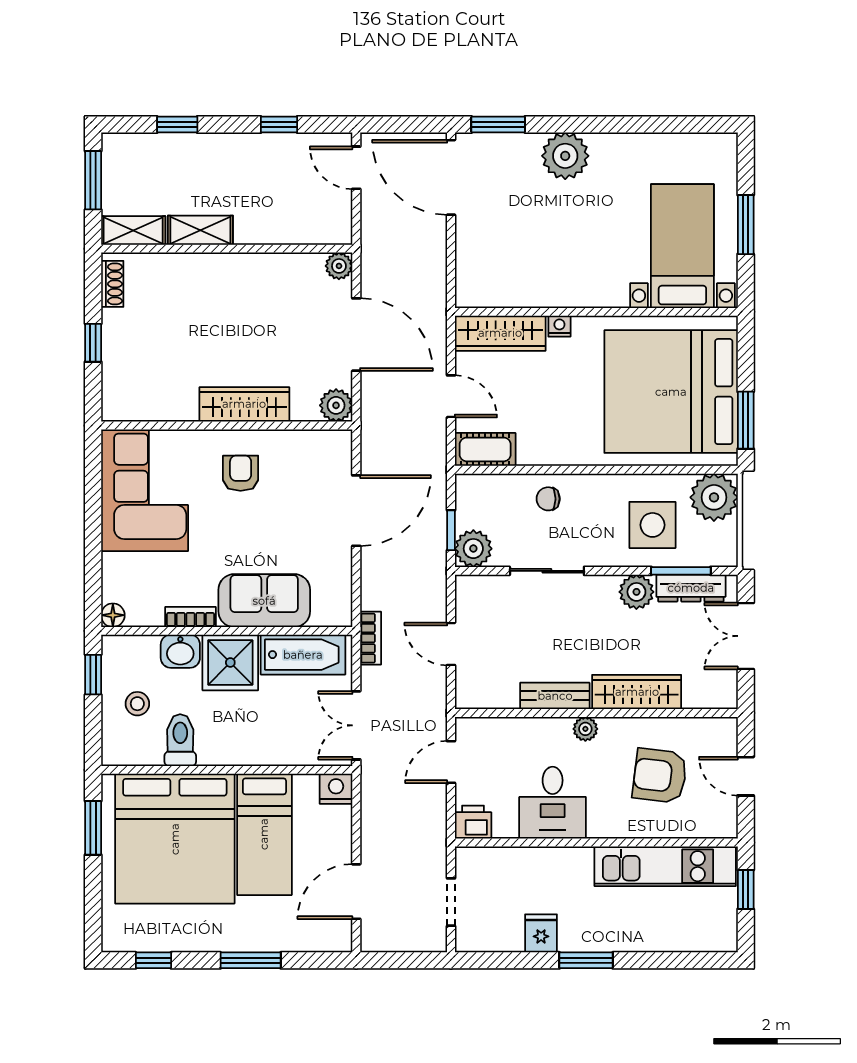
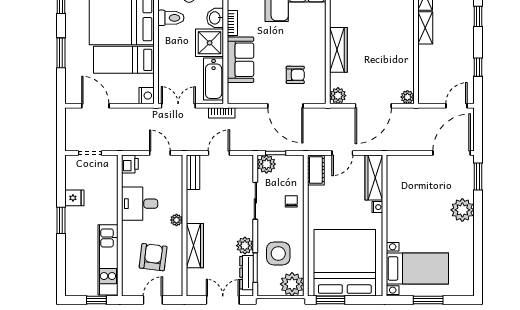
armchair: (241, 473) -> (295, 75), moved
bench: (555, 696) -> (193, 172), moved

